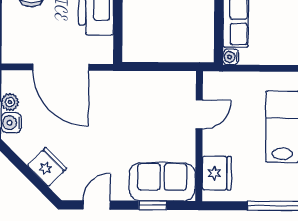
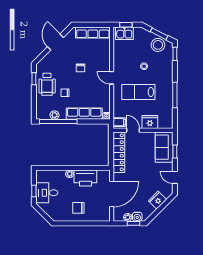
locker: (151, 84) -> (119, 152), added
filing cabinet: (217, 84) -> (119, 122), added
fridge: (217, 173) -> (150, 122), moved

